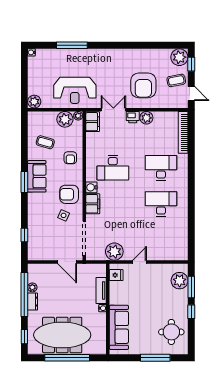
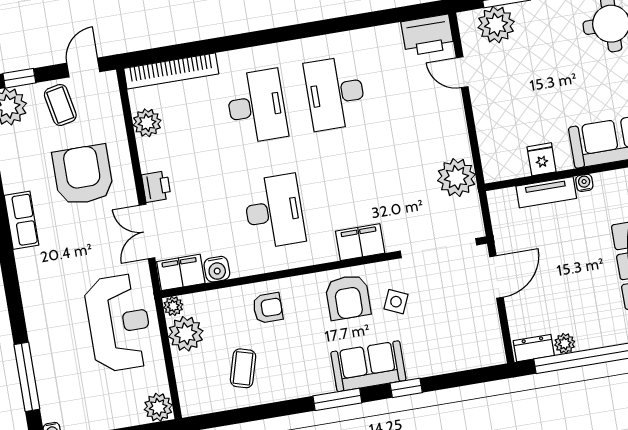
window: (72, 45) -> (27, 377), moved
row of seats: (128, 55) -> (21, 220), added
armchair: (143, 85) -> (83, 175), turned -90
plant: (146, 118) -> (147, 123), moved
desk: (161, 168) -> (257, 106), turned 180
sofa: (37, 176) -> (368, 366), moved
water cooler: (91, 187) -> (217, 269), moved
window: (24, 235) -> (406, 388), moved
printer: (180, 249) -> (428, 35), added
door: (139, 262) -> (462, 72), moved
fridge: (116, 275) -> (542, 159), moved
dresser: (33, 302) -> (534, 348), moved

